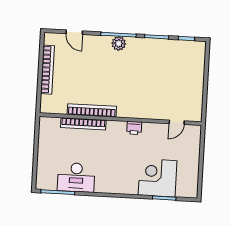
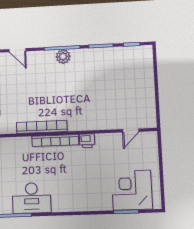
bookcase: (83, 124) -> (55, 141), moved
corner desk: (157, 178) -> (132, 190), moved

